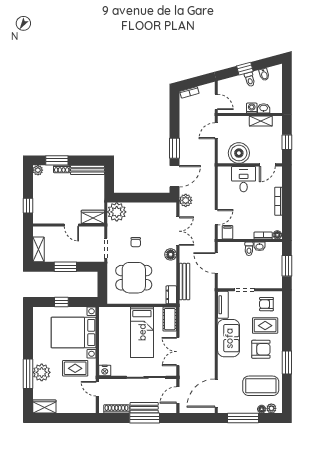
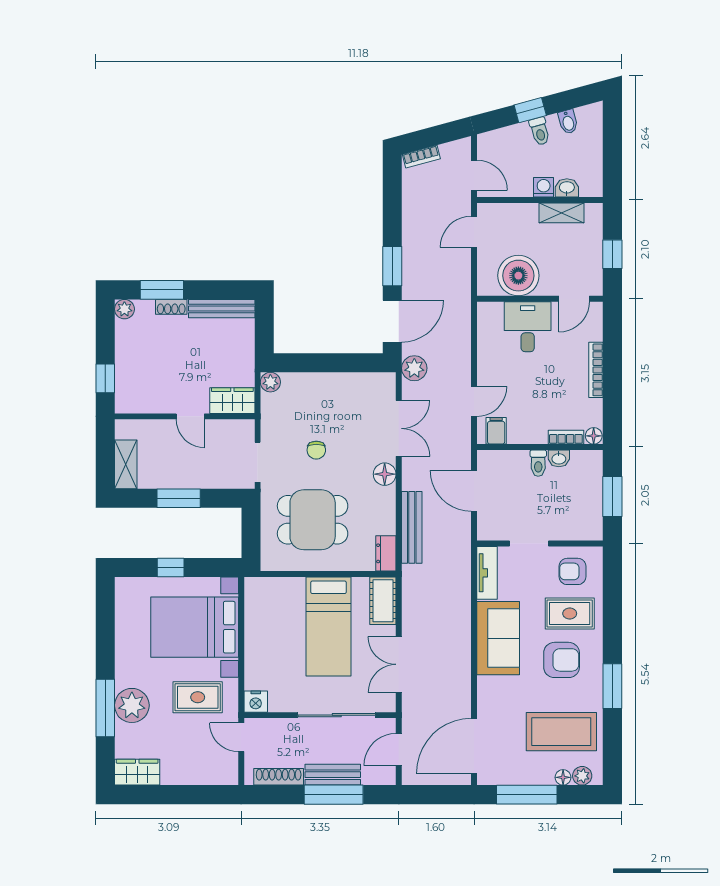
plant: (117, 212) -> (270, 382), width x0.53, depth x0.53

